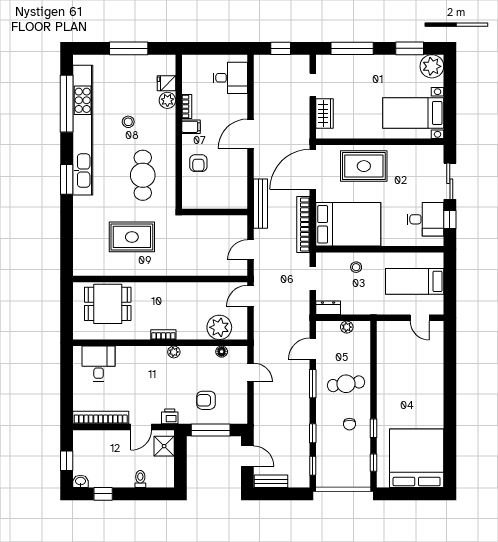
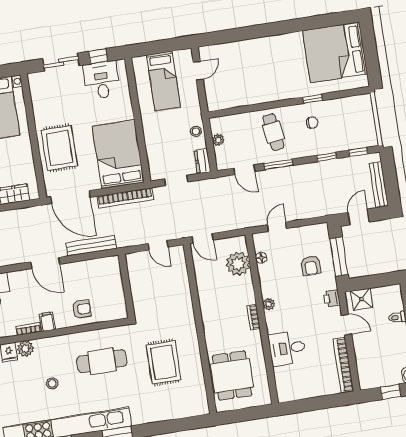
bench: (260, 204) -> (91, 246), moved
stool: (356, 267) -> (196, 131), moved
desk: (99, 364) -> (287, 348), moved
window: (373, 463) -> (346, 93), removed
bench: (271, 481) -> (379, 184), width x1.36

